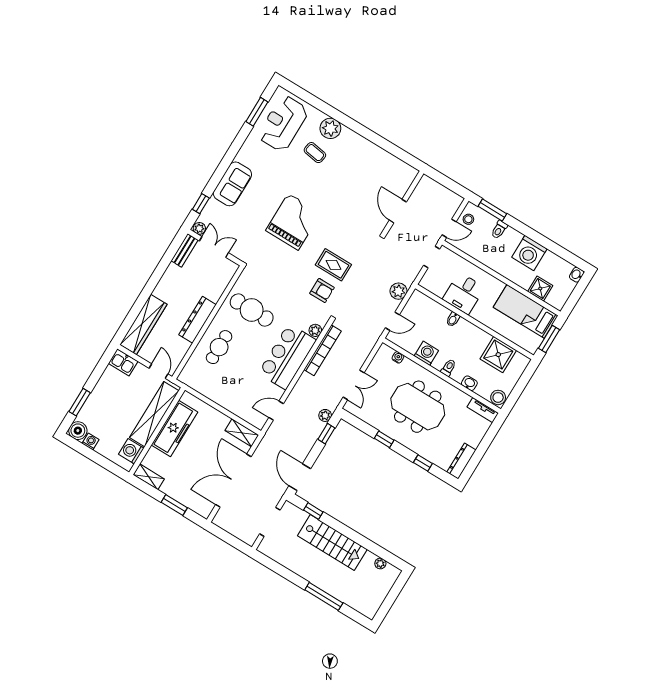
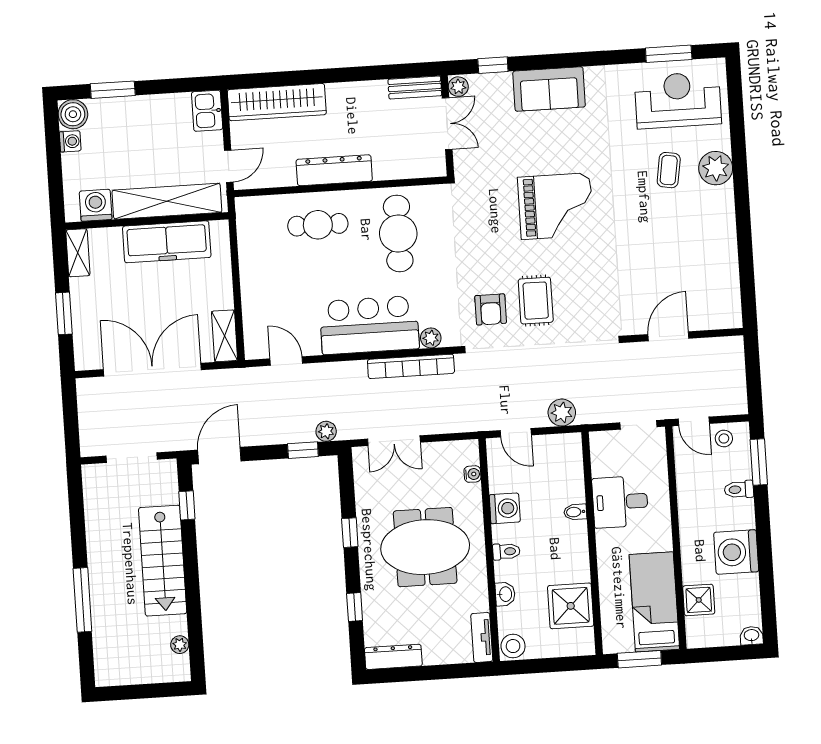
meeting table: (418, 407) -> (425, 547), turned 90

